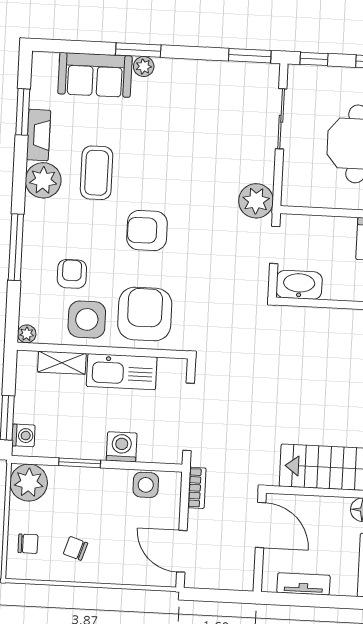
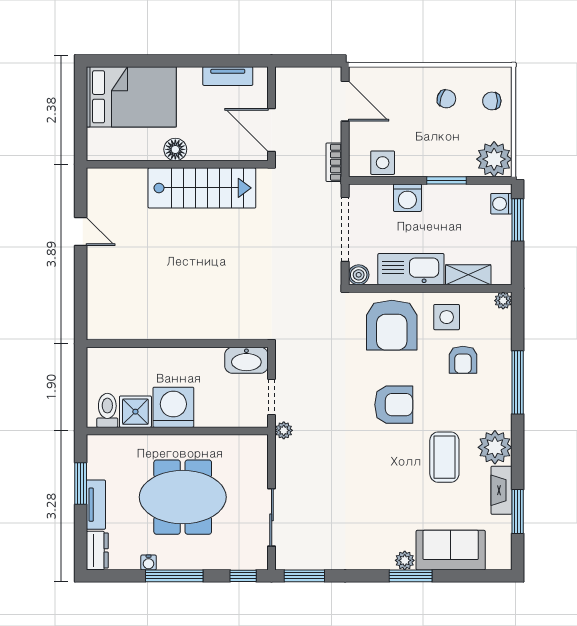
plant: (256, 201) -> (284, 430), width x0.53, depth x0.53
side table: (87, 319) -> (447, 317), width x0.73, depth x0.73
boiler: (177, 368) -> (359, 275), added

